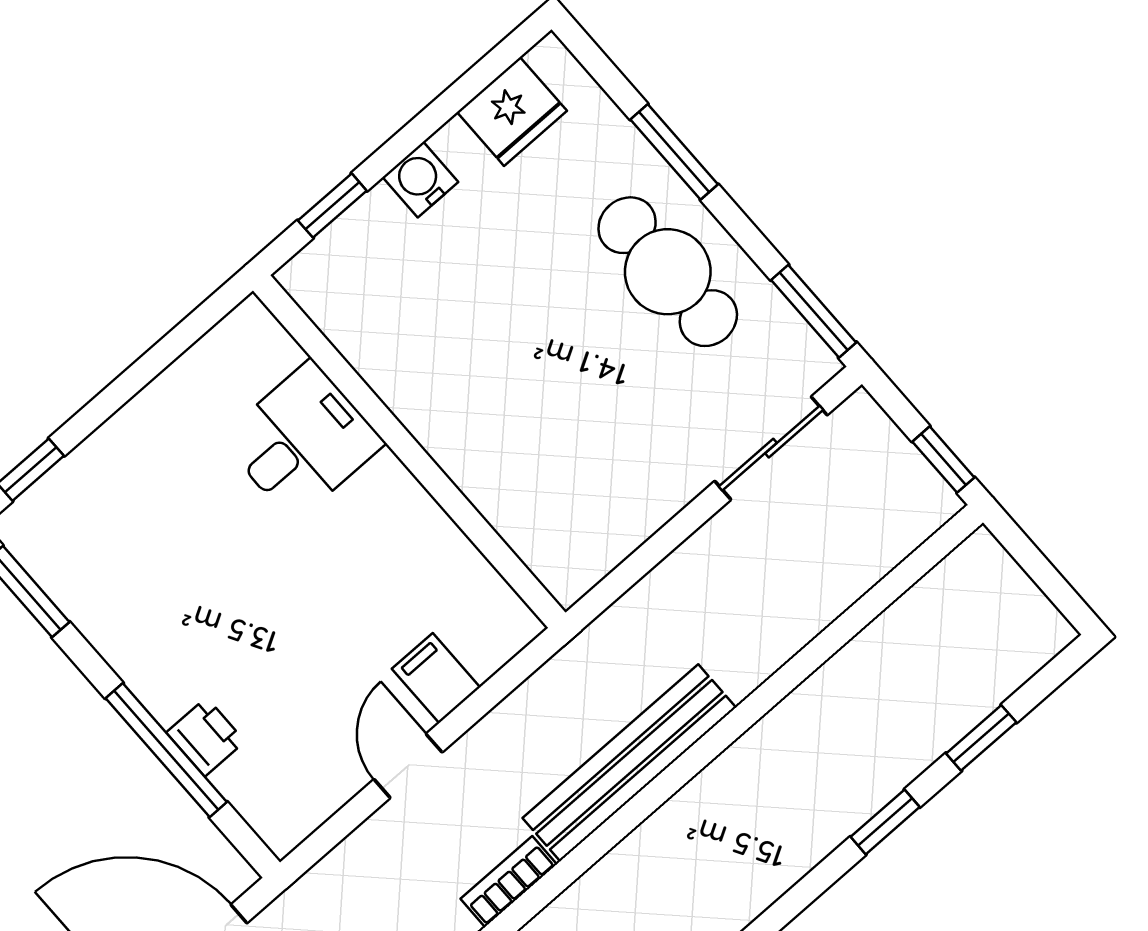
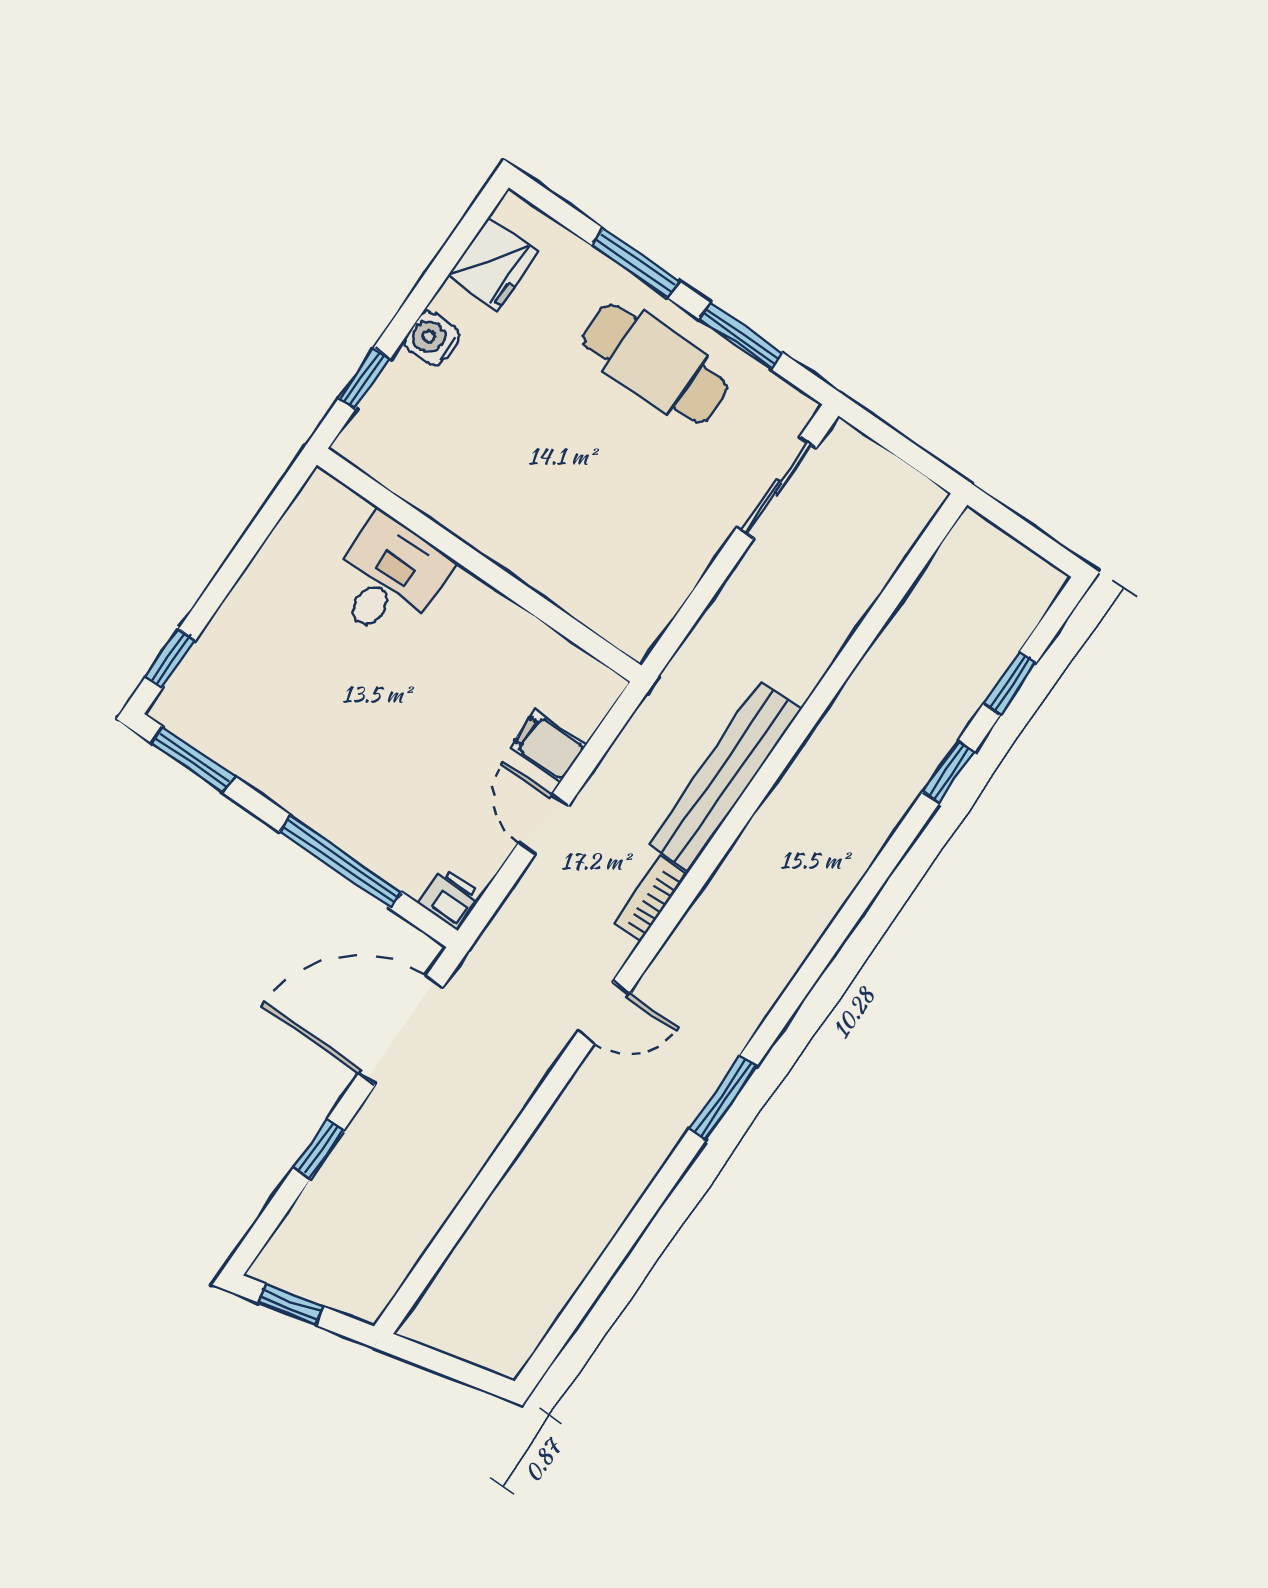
window: (814, 311) -> (741, 336), moved
window: (943, 460) -> (921, 461), removed
printer: (206, 737) -> (450, 898), moved

